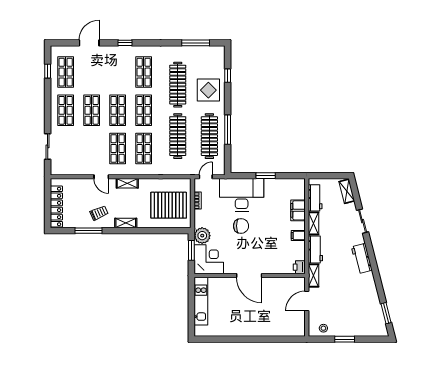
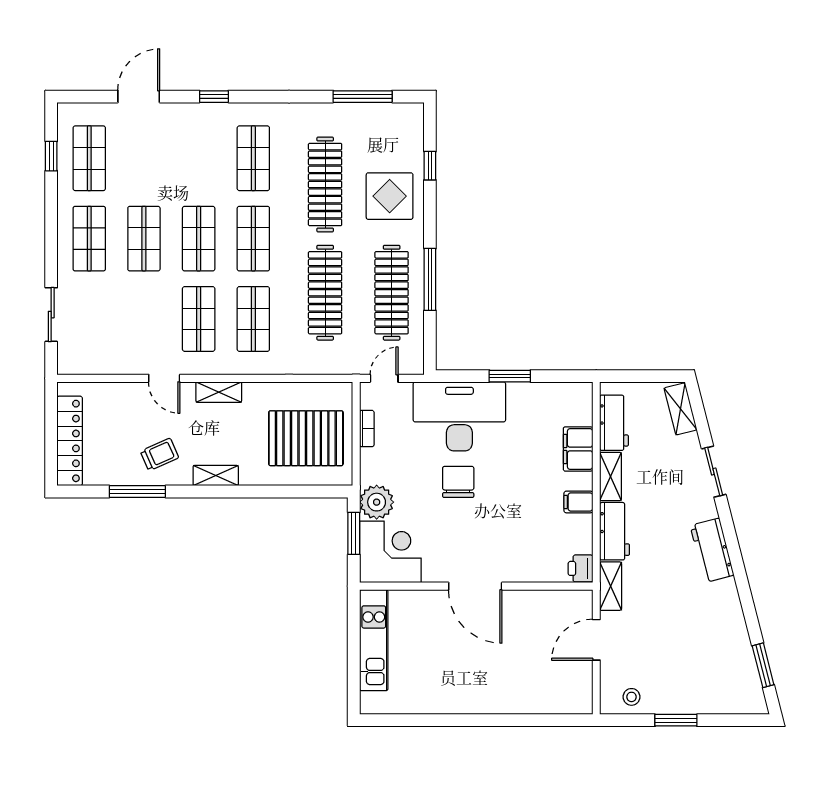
chair: (241, 226) -> (458, 482), turned -90

